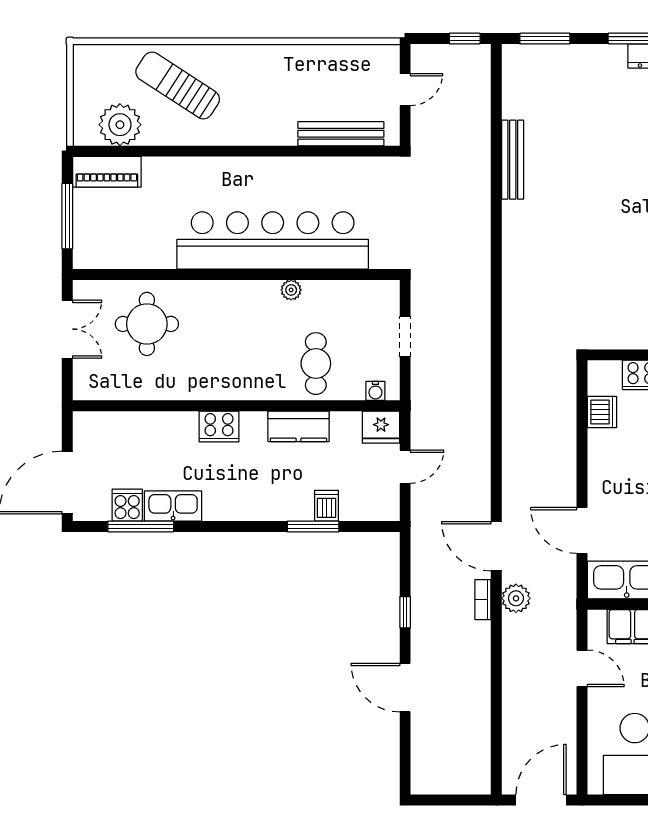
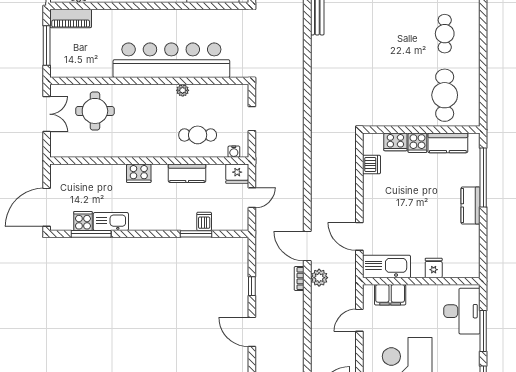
cafe table: (316, 364) -> (198, 135), turned 90
door: (582, 668) -> (359, 320), swing flipped

